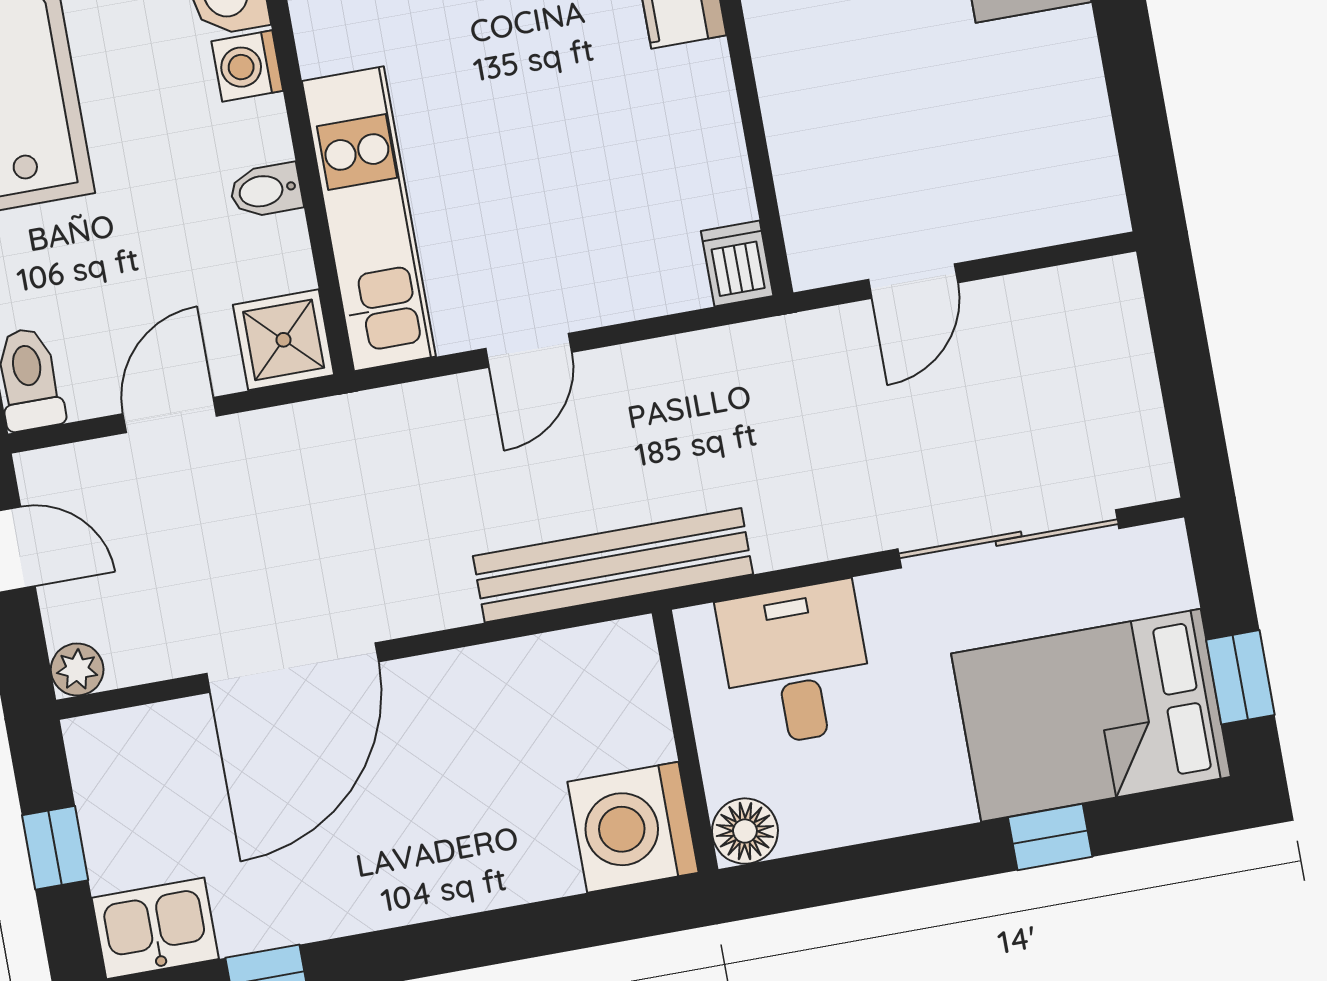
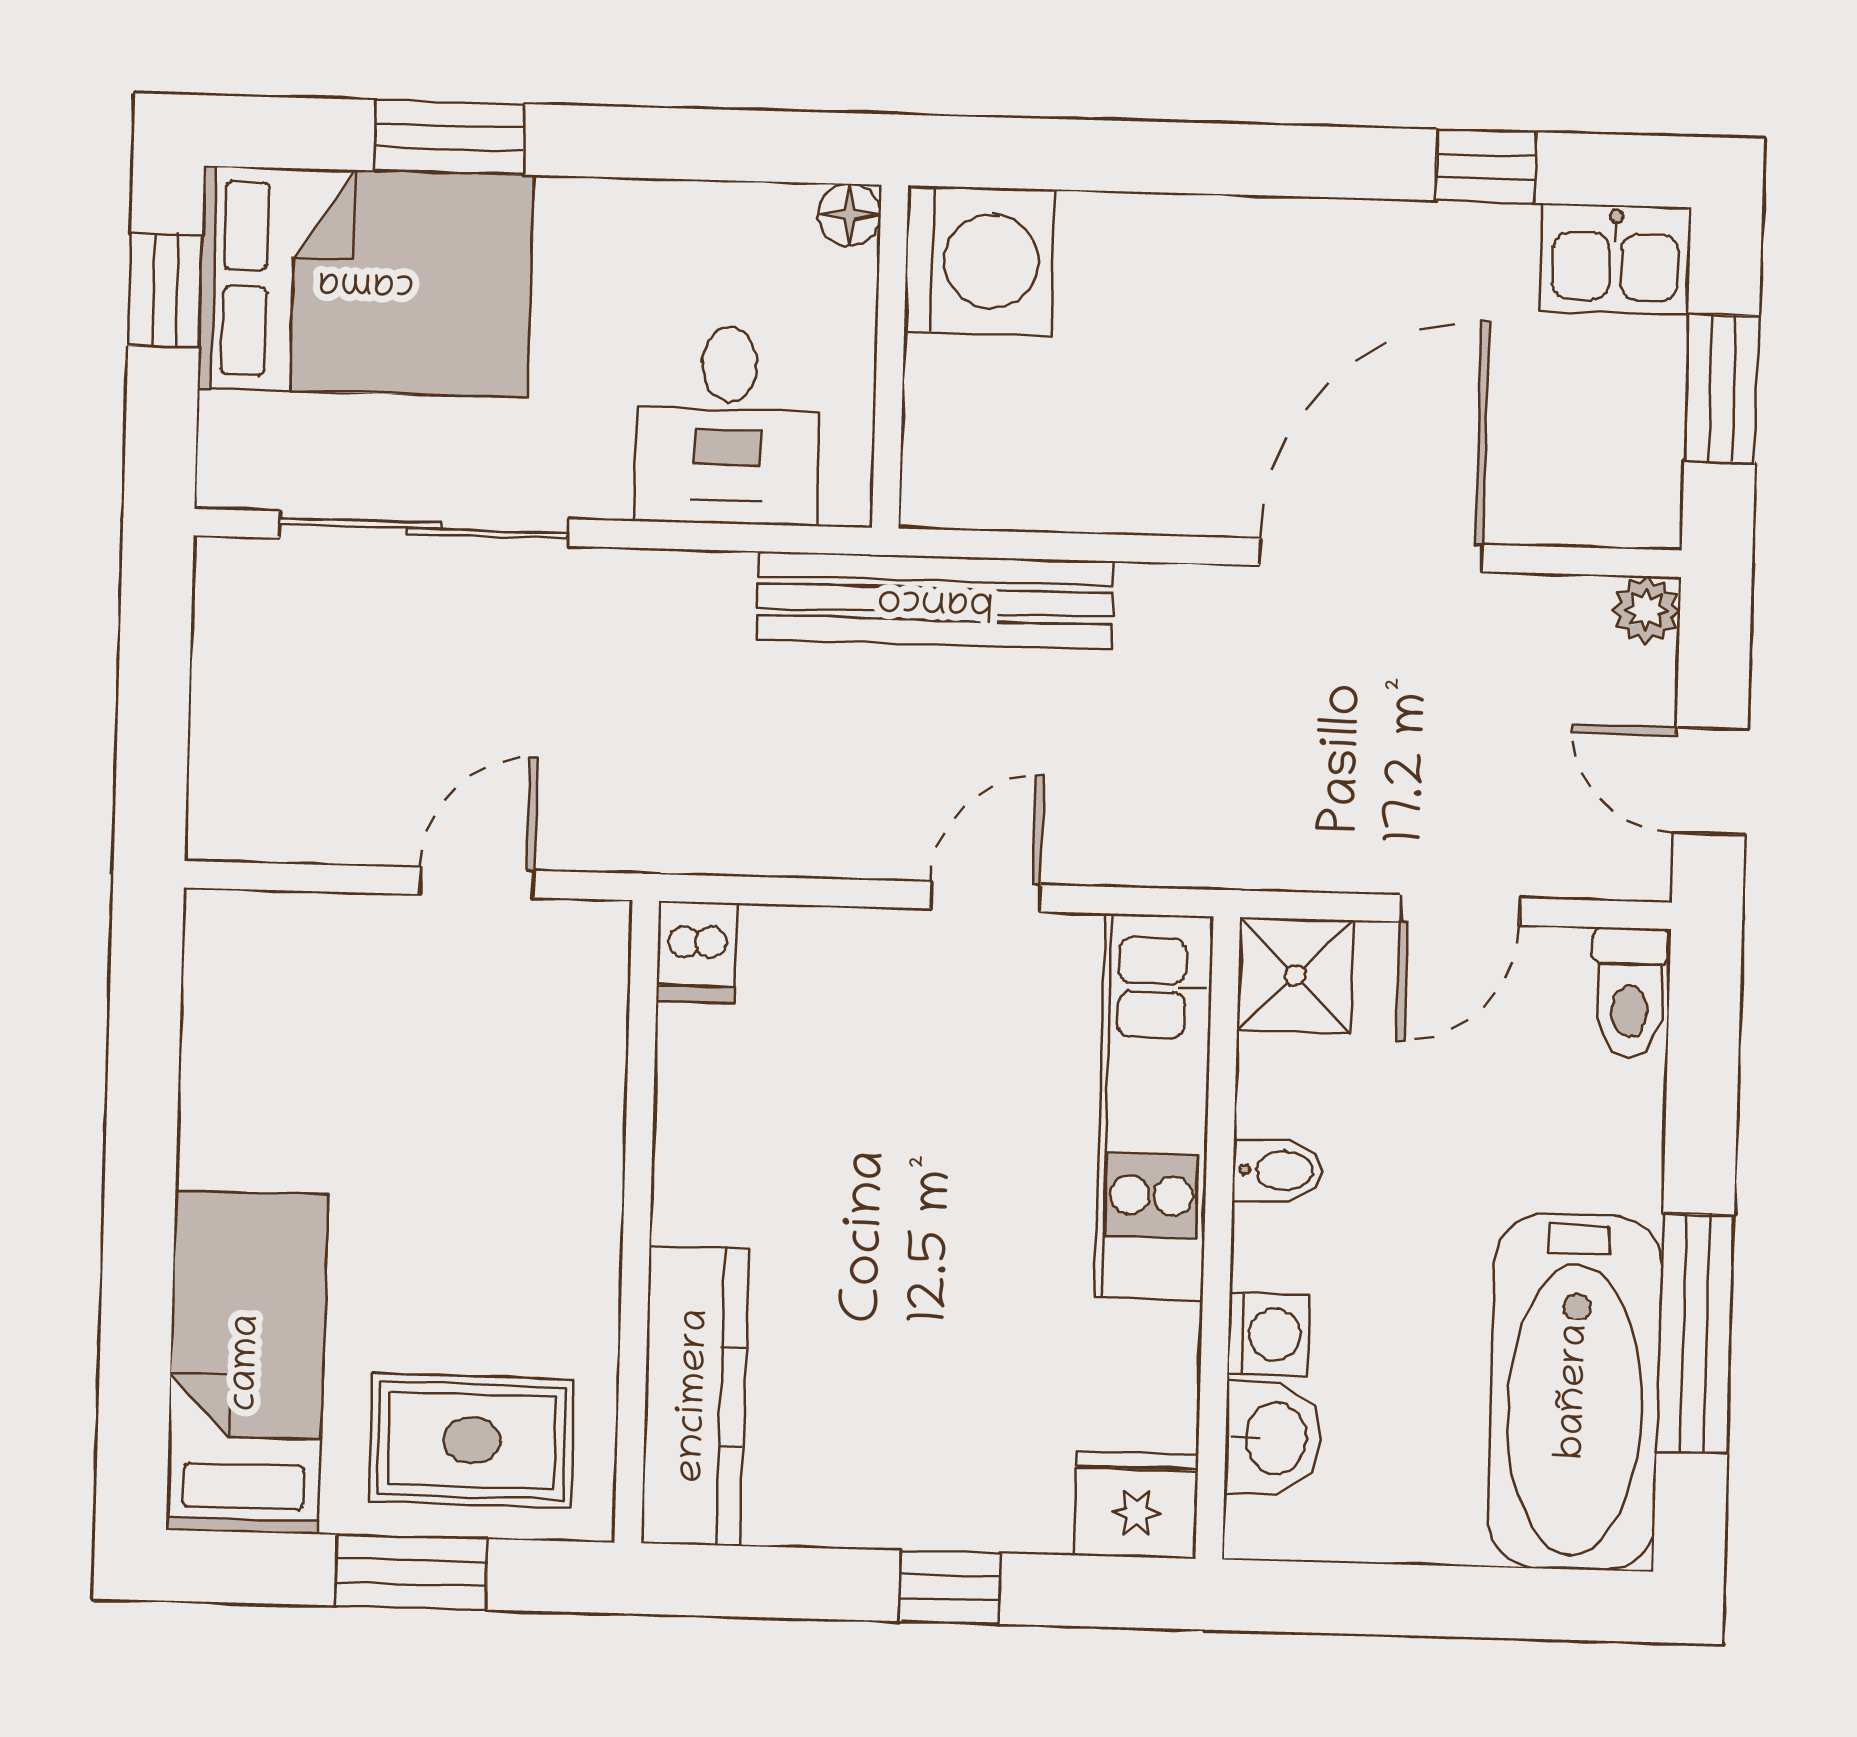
floor lamp: (745, 831) -> (850, 215), width x0.73, depth x0.73
window: (1050, 837) -> (450, 137), width x1.50
window: (55, 848) -> (1722, 389), width x1.50

